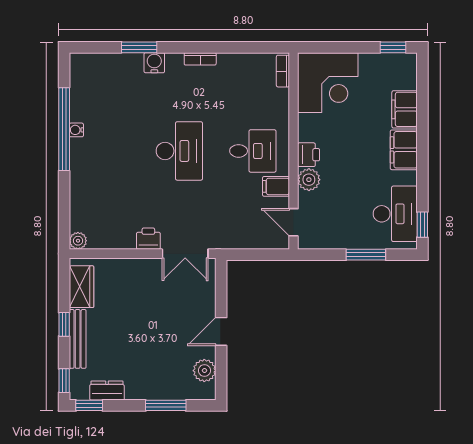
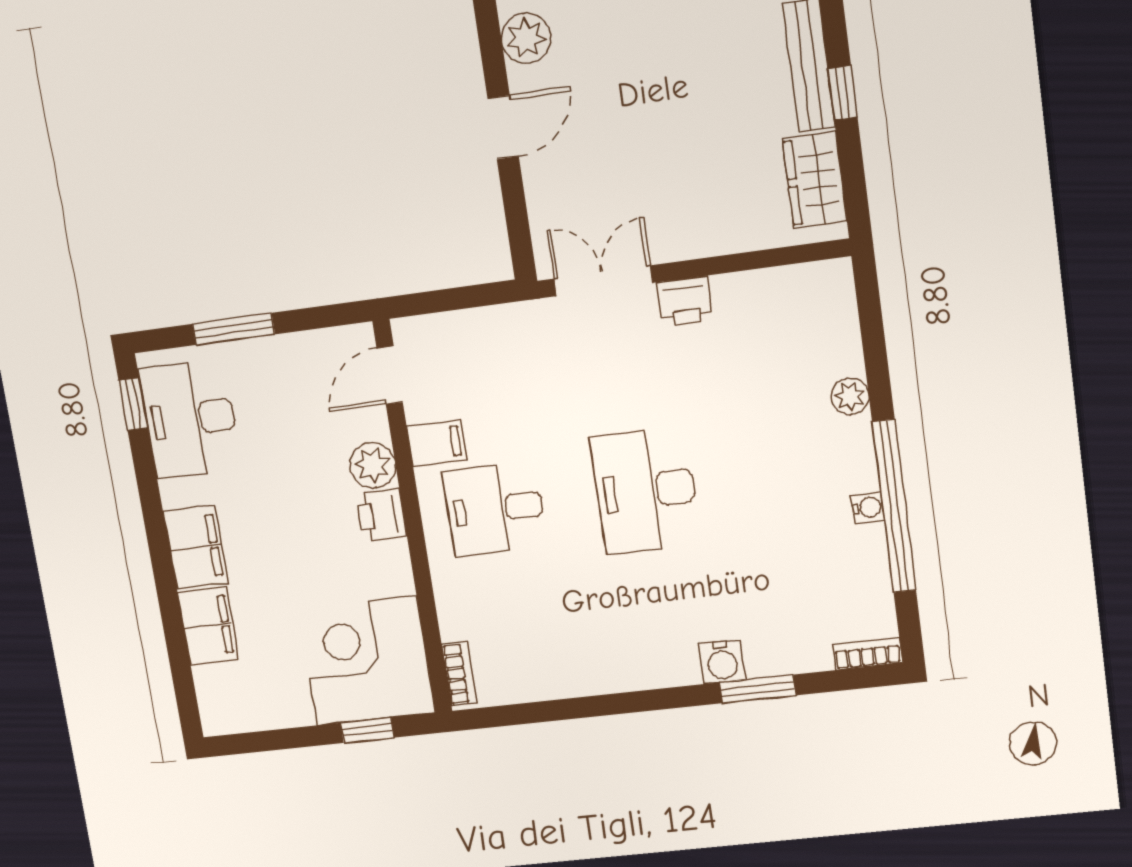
window: (393, 47) -> (367, 730), moved
bookcase: (200, 59) -> (867, 654), moved
door: (293, 222) -> (390, 375), swing flipped
plant: (78, 241) -> (850, 396), moved

